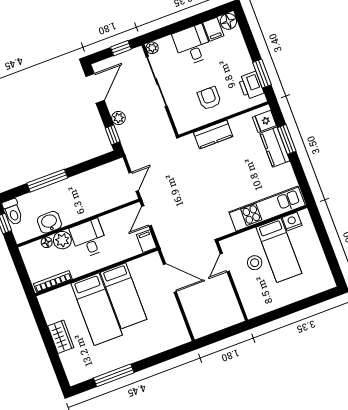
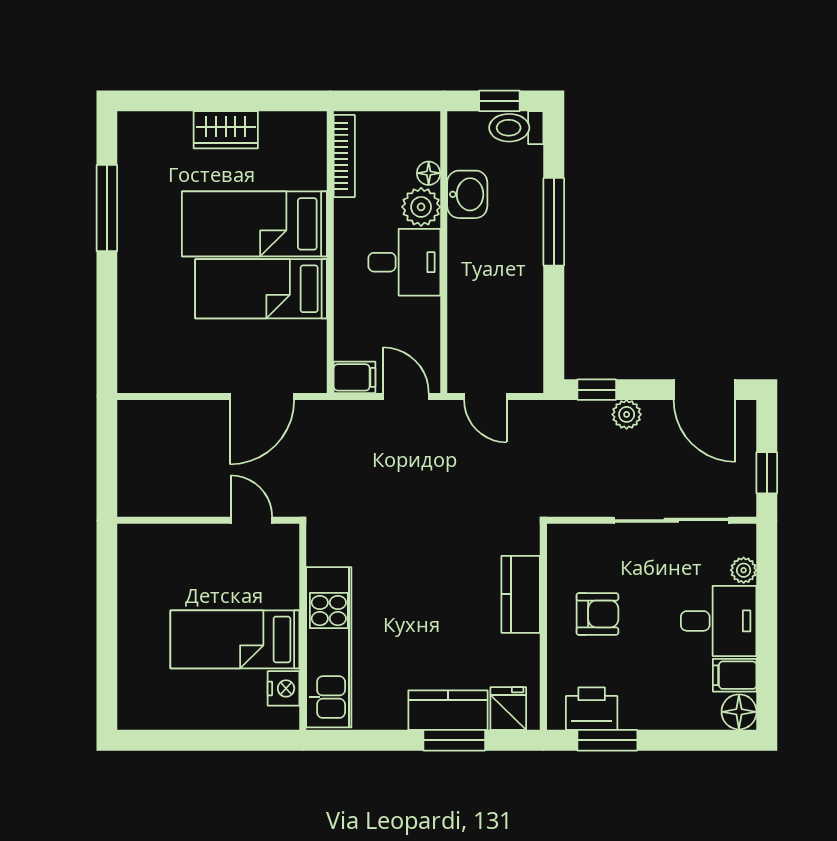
plant: (152, 48) -> (744, 570), moved
stool: (255, 263) -> (228, 581), removed

